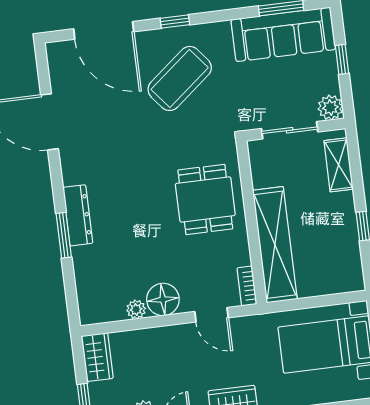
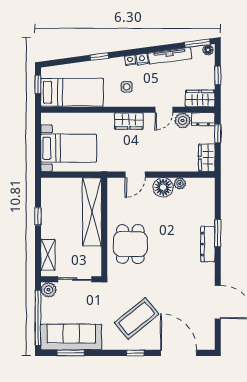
window: (342, 59) -> (38, 318), width x3.17
bookcase: (247, 286) -> (112, 189), removed
door: (212, 315) -> (135, 175), swing flipped

